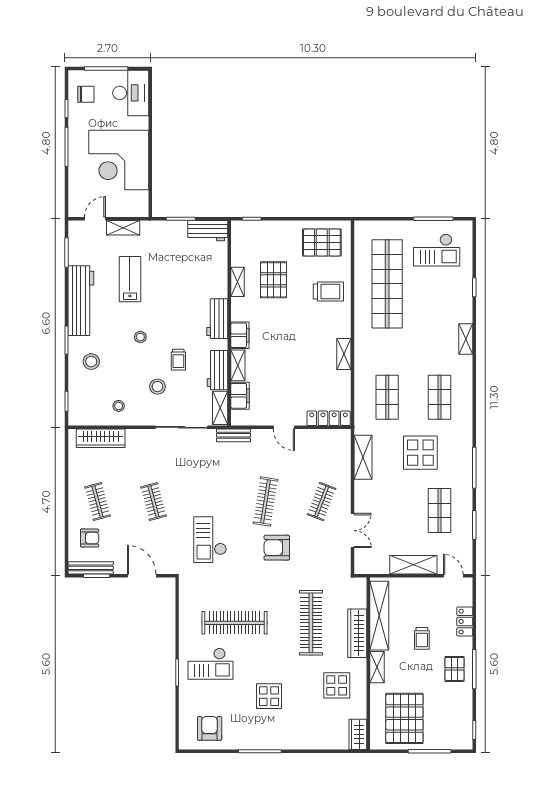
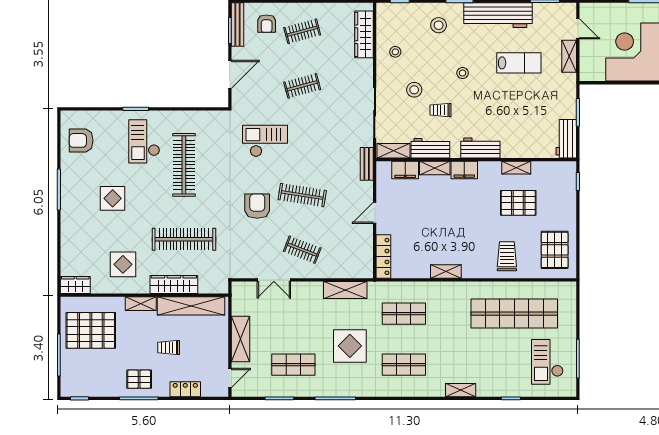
trolley: (328, 291) -> (507, 256), turned 180
armchair: (210, 728) -> (81, 140), turned 180

